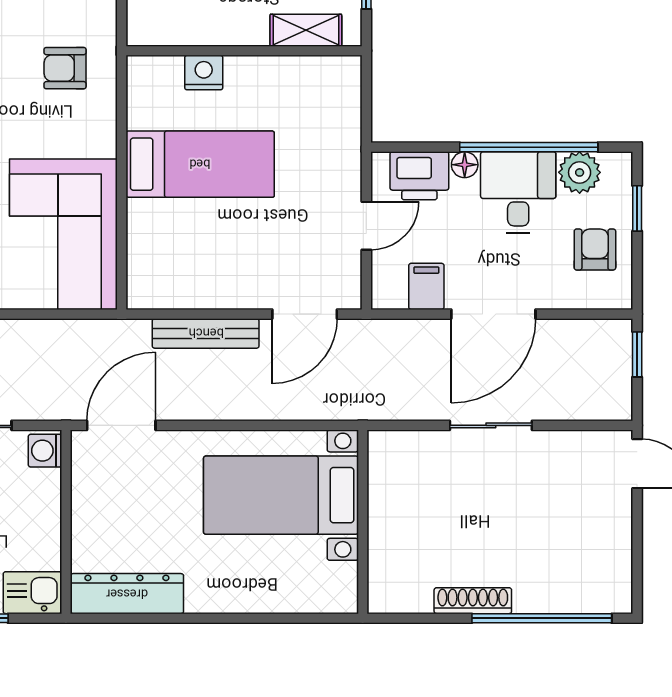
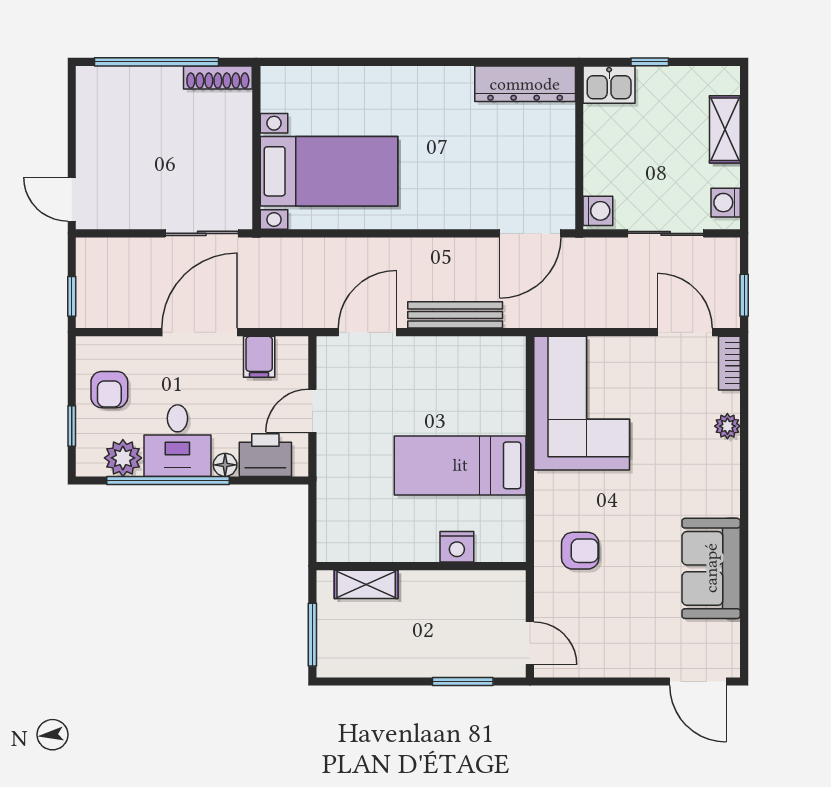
bed with nightstands: (281, 495) -> (329, 171), moved
wall: (363, 522) -> (256, 148), moved

